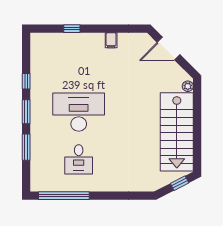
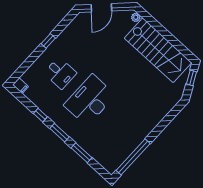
window: (72, 29) -> (48, 41), moved
filing cabinet: (111, 40) -> (21, 86), moved
desk: (79, 159) -> (60, 73), moved

